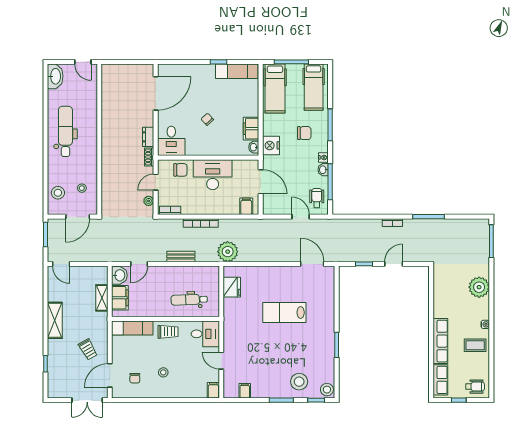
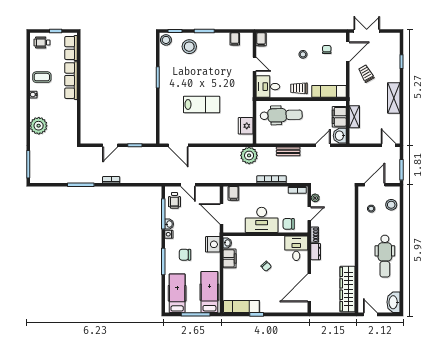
wardrobe: (110, 92) -> (347, 289), added
dental chair: (189, 300) -> (281, 115), width x1.36, depth x1.38

